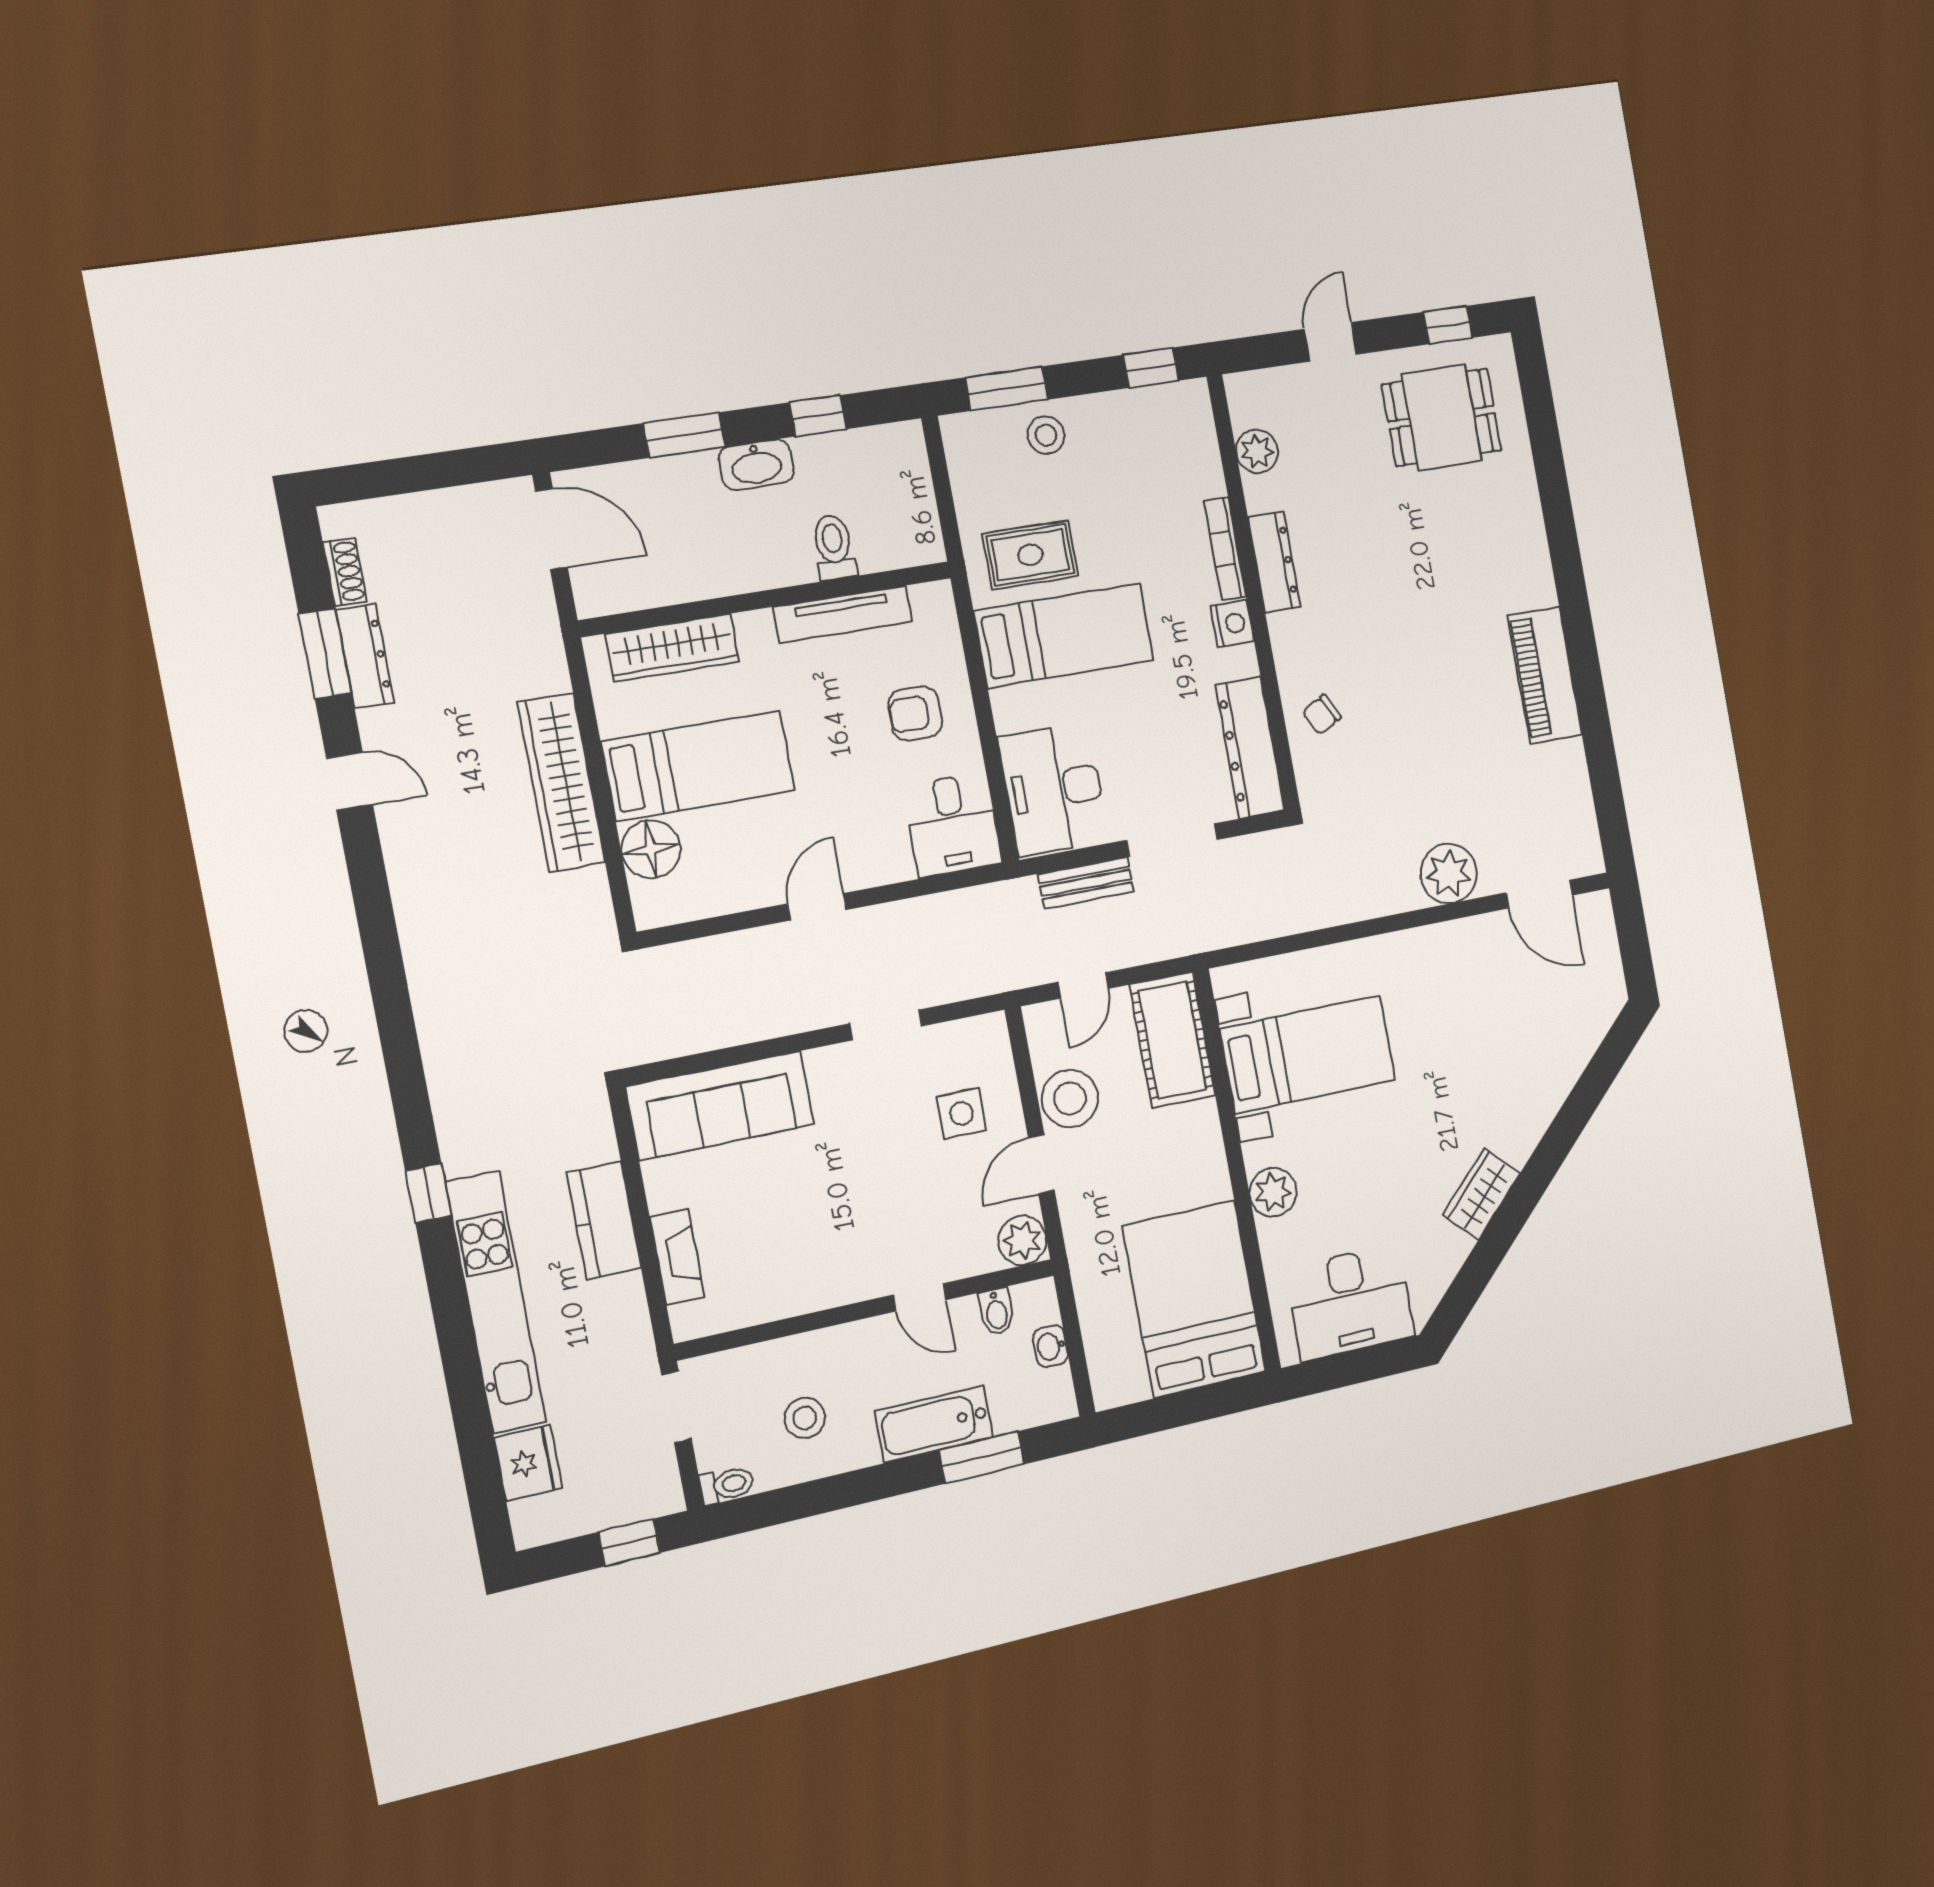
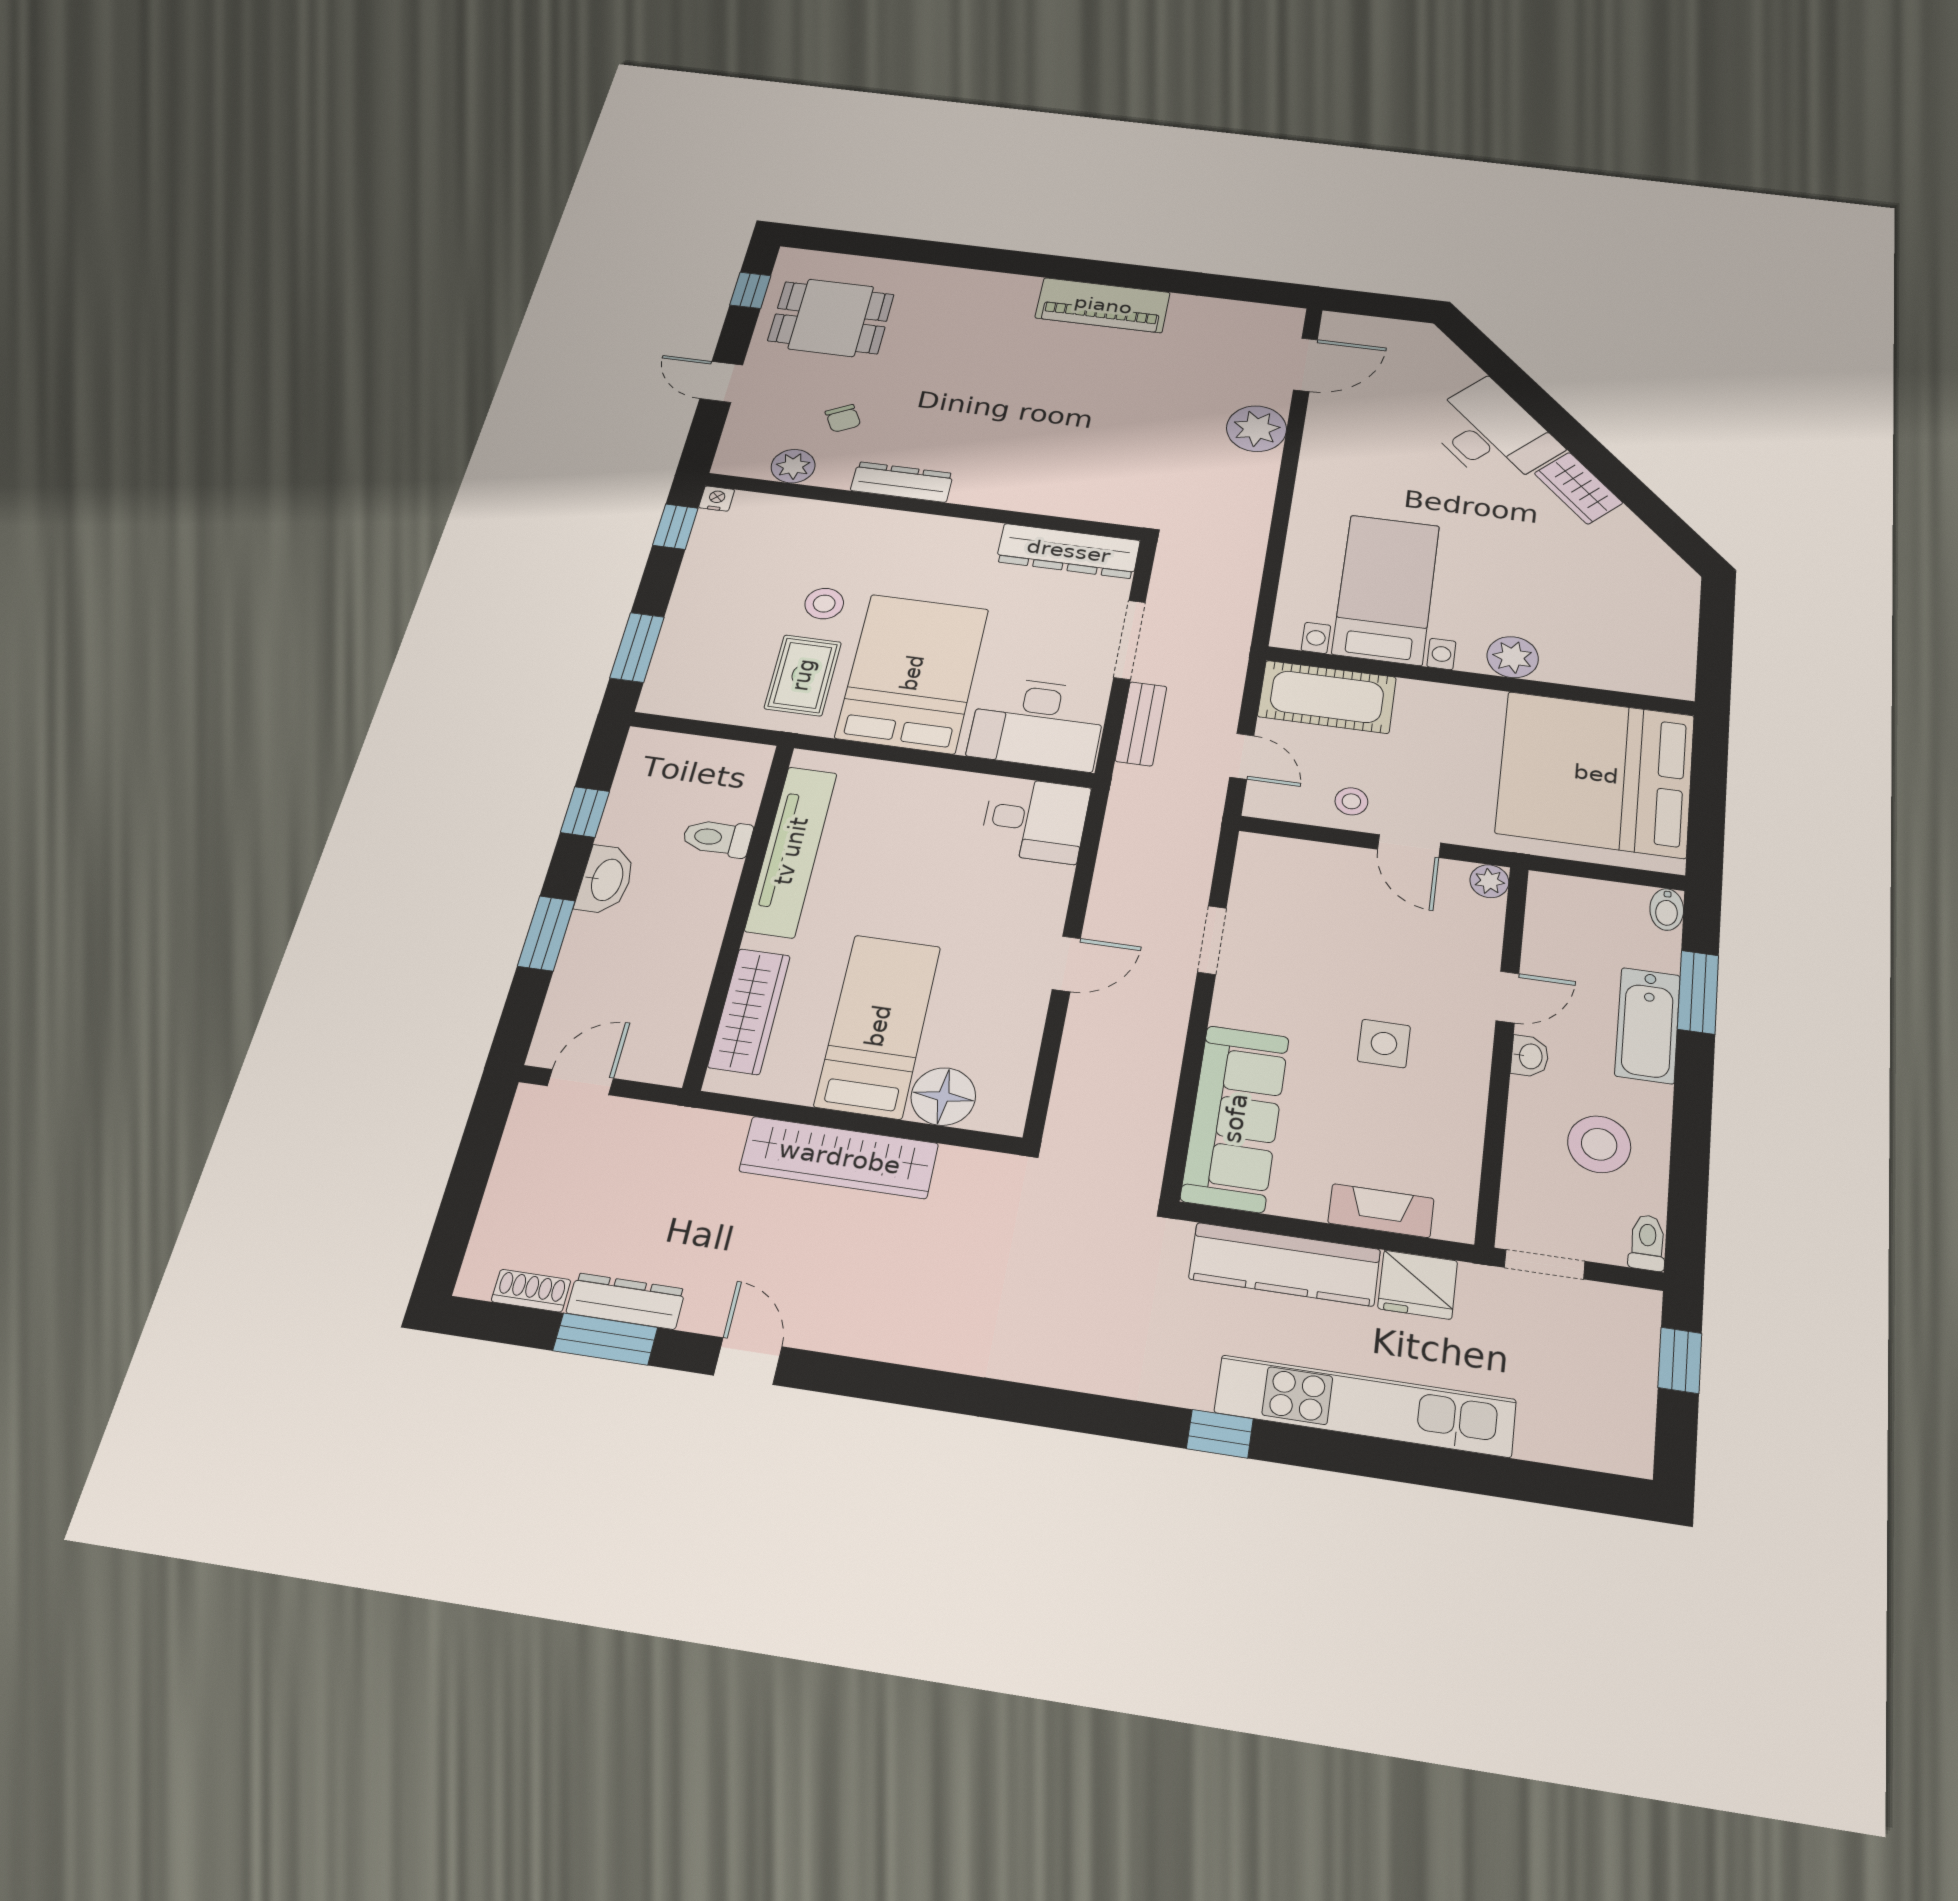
dining table: (1442, 417) -> (831, 318), turned 90
stool: (1046, 435) -> (824, 604), moved
door: (551, 529) -> (580, 1082), width x0.73
bookcase: (1225, 549) -> (871, 517), removed
tv unit: (843, 614) -> (791, 851), width x1.36, depth x1.29
nightstand: (1232, 624) -> (717, 499), moved, width x0.72, depth x0.74
bed: (1064, 635) -> (912, 673), width x1.50
armchair: (915, 713) -> (911, 818), removed
chair: (1322, 715) -> (843, 418), moved
door: (350, 781) -> (748, 1361), hinge flipped
door: (817, 907) -> (1066, 964), swing flipped
stool: (1070, 1098) -> (1351, 801), width x0.53, depth x0.53
side table: (961, 1113) -> (1384, 1044), moved
kitchen counter: (604, 1220) -> (1285, 1264), width x1.50
plant: (1022, 1240) -> (1489, 881), width x0.73, depth x0.73
bed: (1194, 1299) -> (1596, 774), width x1.36
desk: (1350, 1302) -> (1491, 434), moved, turned -45
bidet: (996, 1312) -> (1667, 909), moved, turned 90
washbasin: (1051, 1346) -> (1530, 1056), moved, turned -90
stool: (805, 1418) -> (1599, 1144), width x1.38, depth x1.38
fridge: (528, 1463) -> (1418, 1285), moved, turned 180

